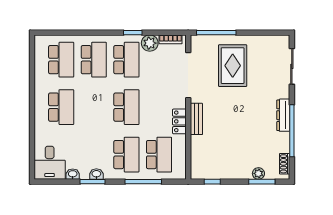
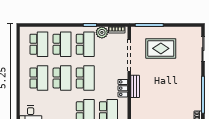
rug: (233, 66) -> (161, 48), turned 90
school desk: (94, 107) -> (62, 78), added
dresser: (283, 115) -> (197, 84), removed

